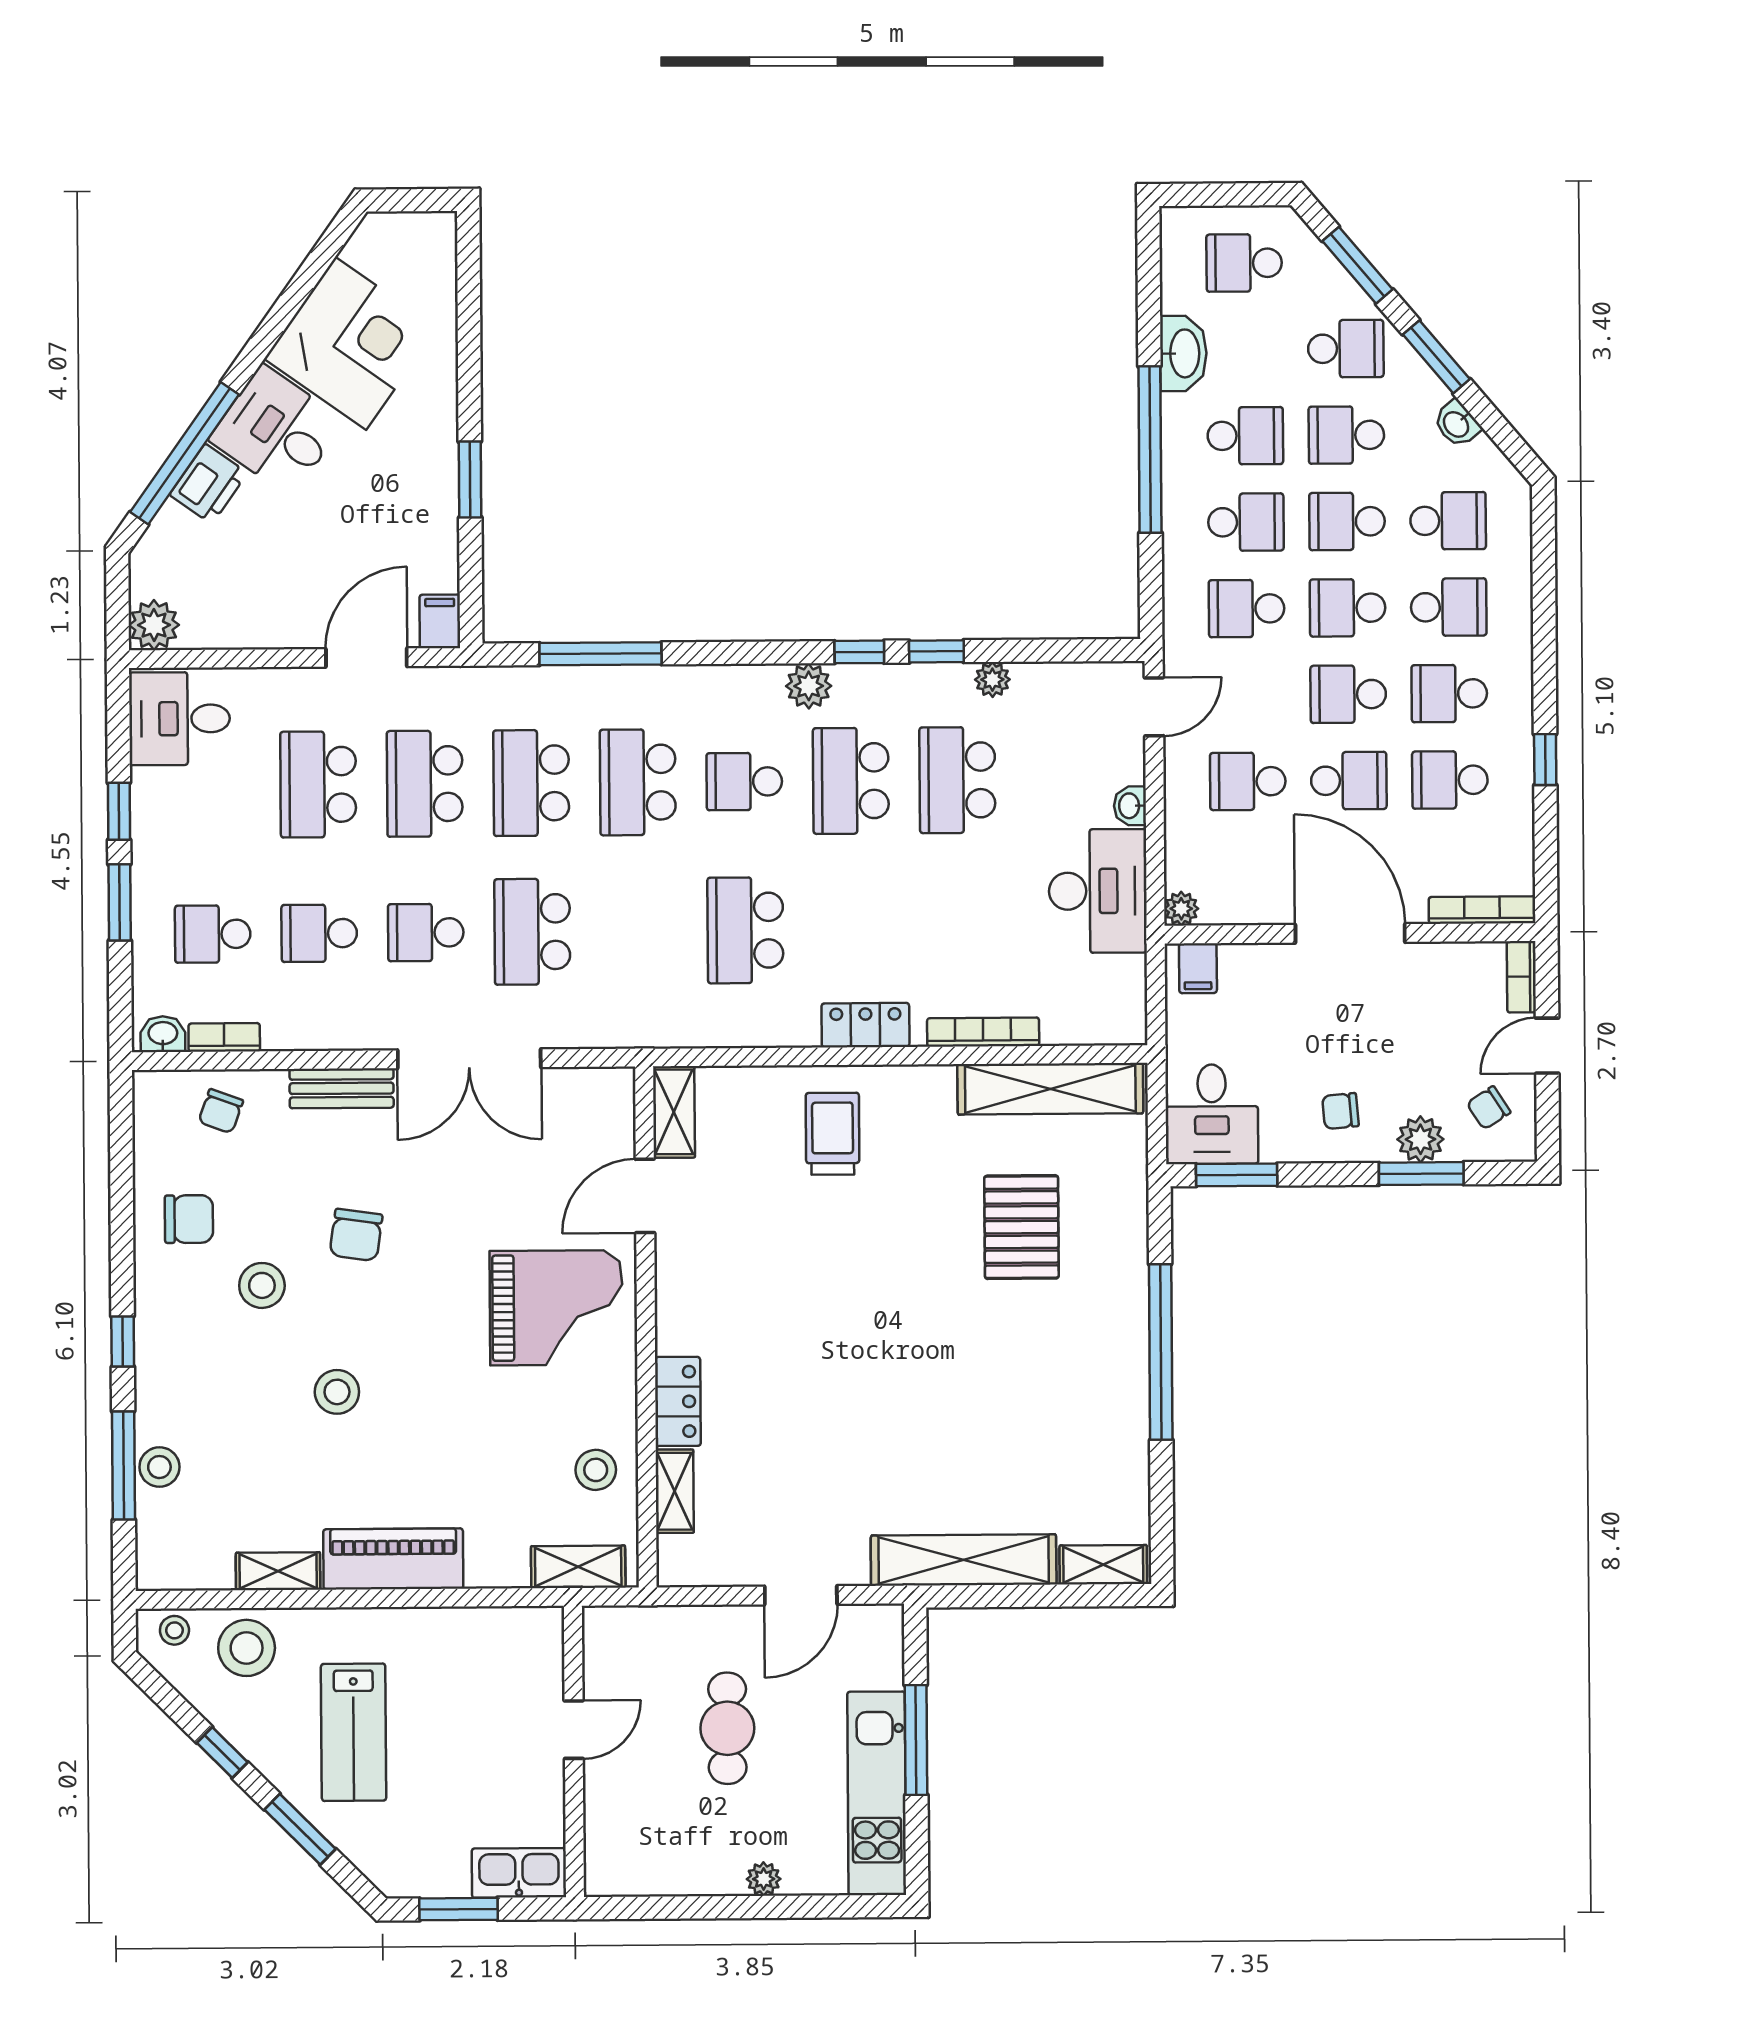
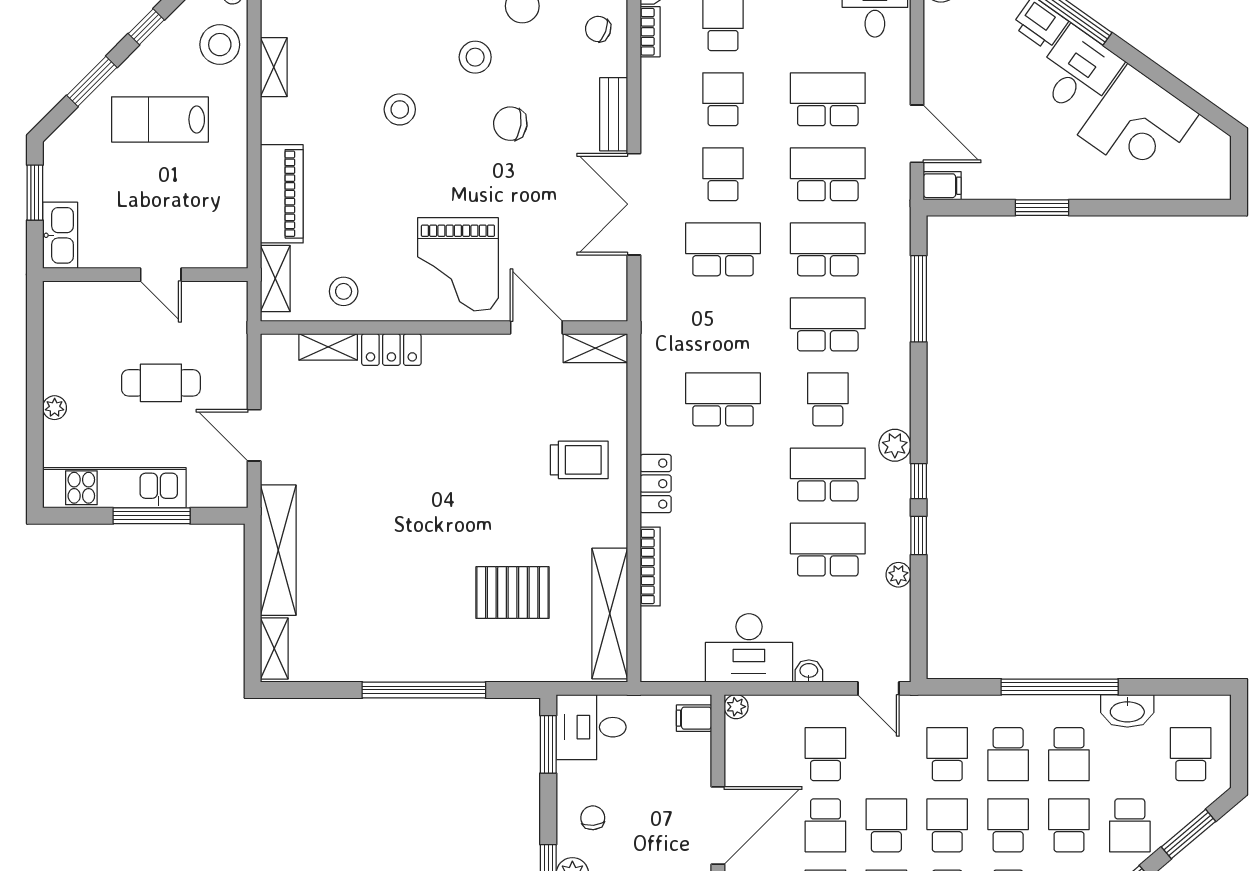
piano: (393, 1559) -> (282, 194), moved

